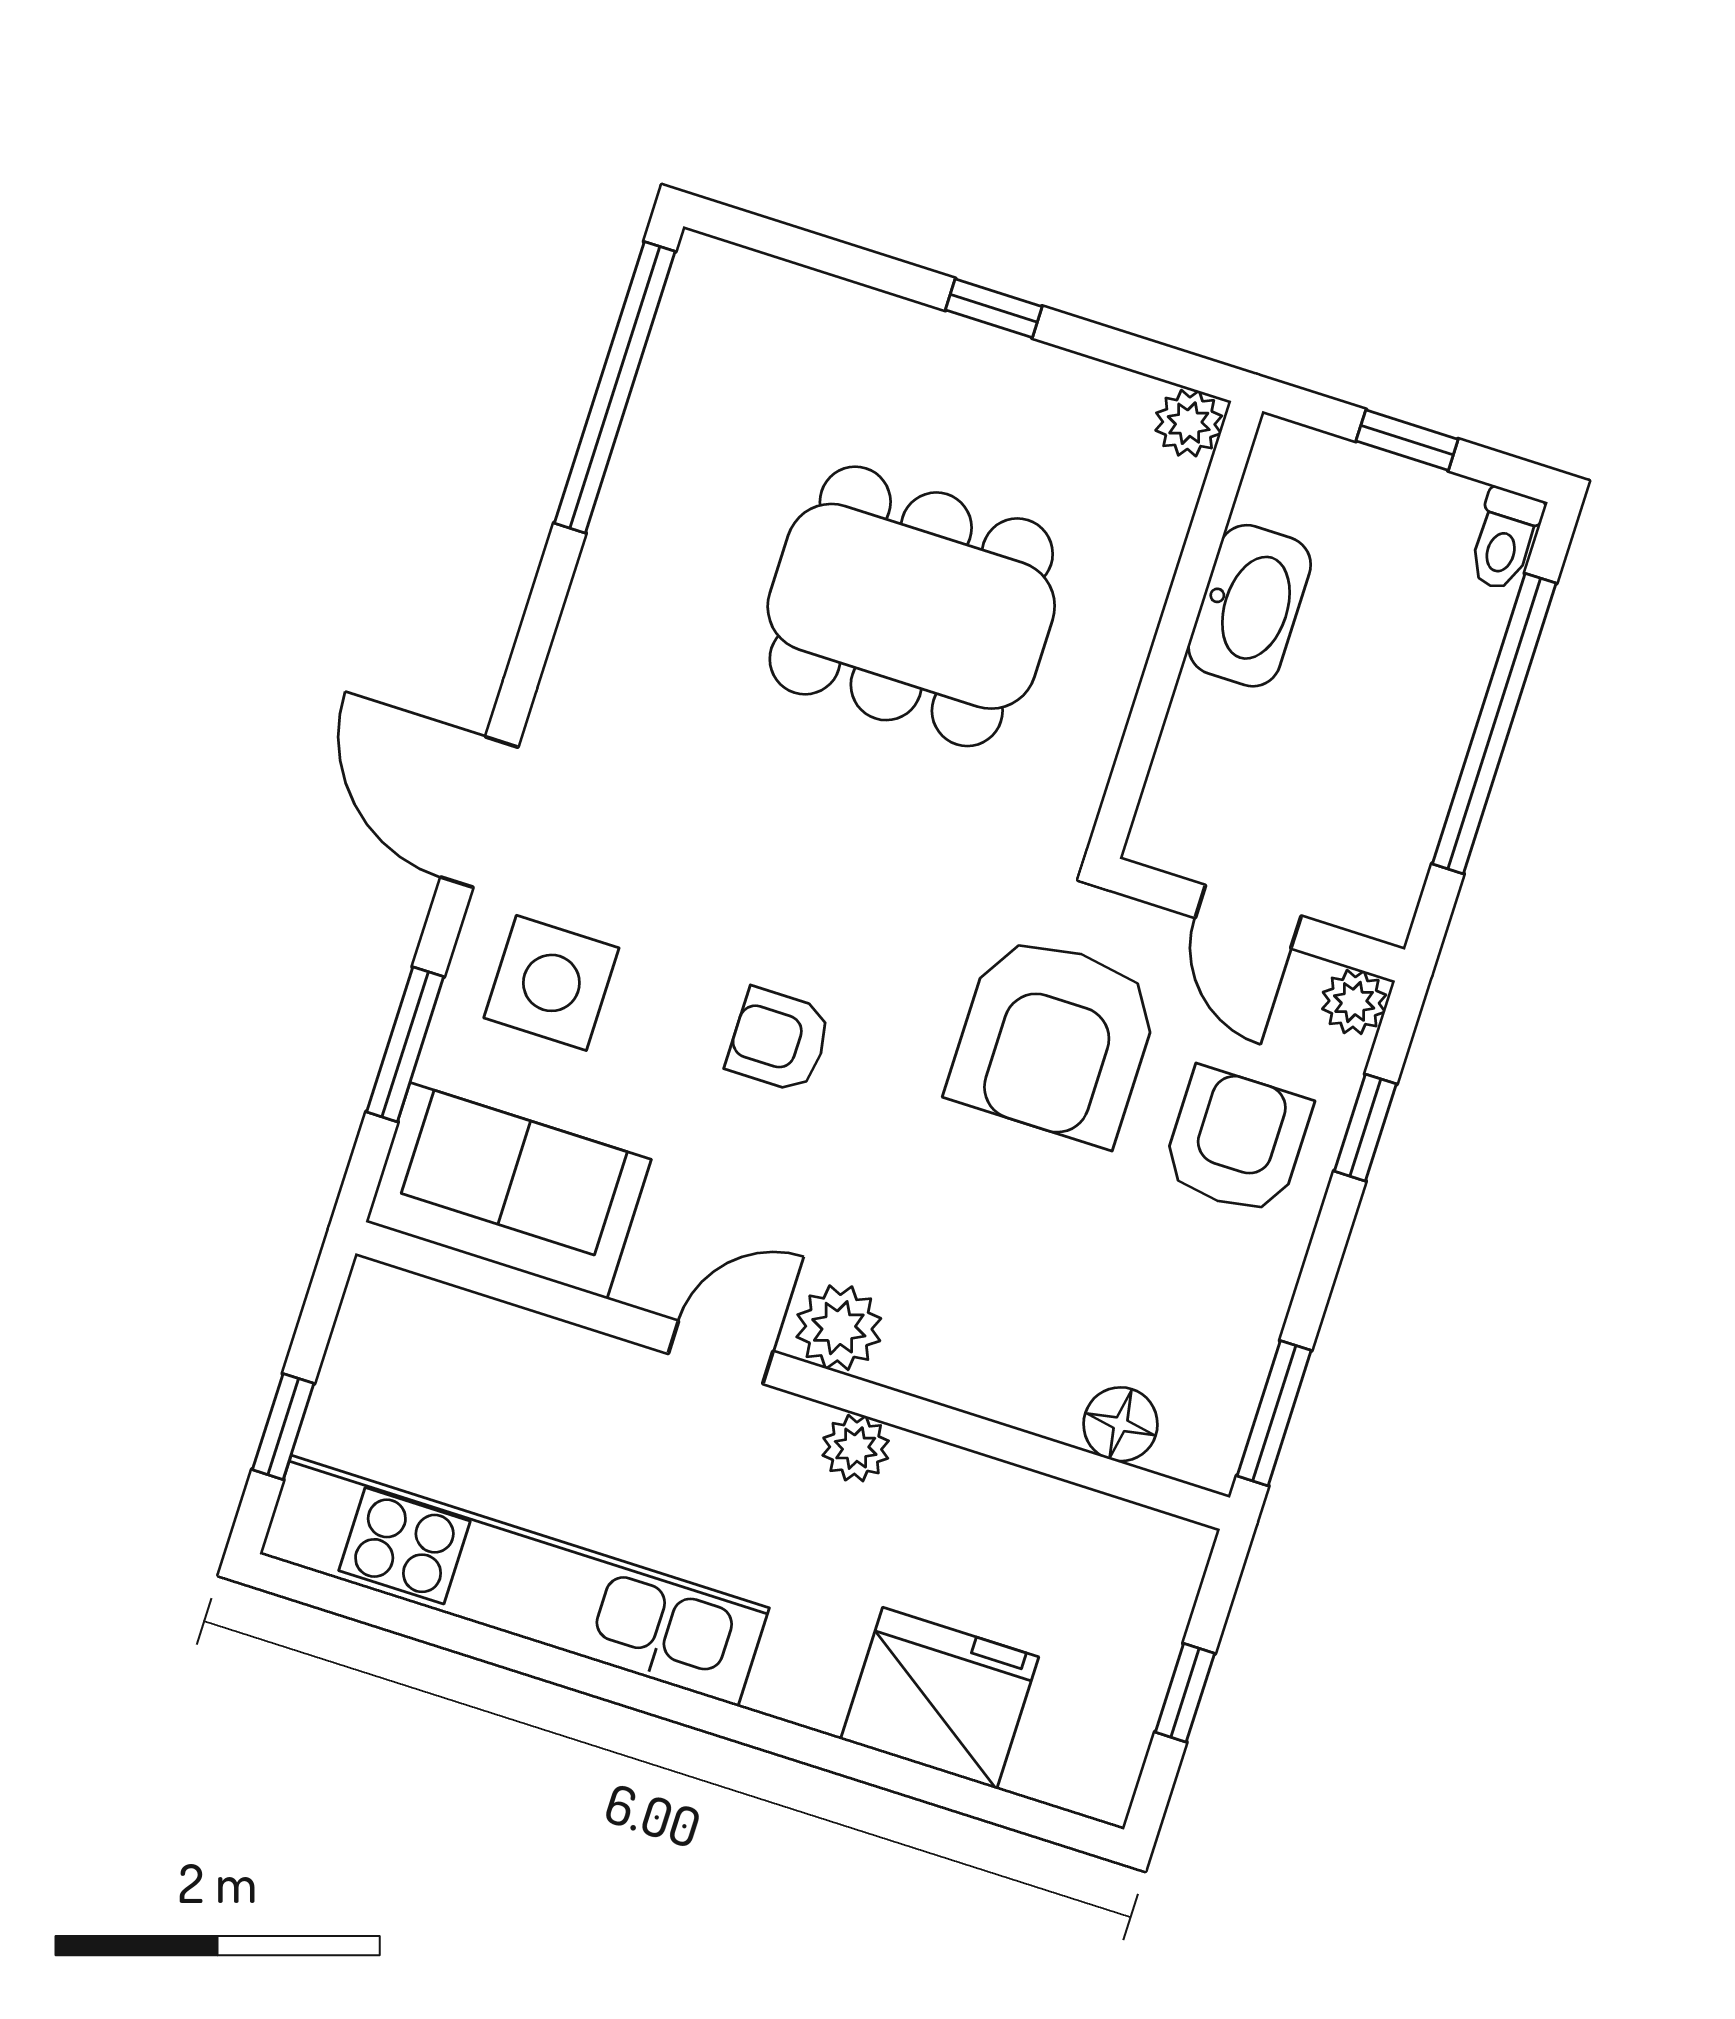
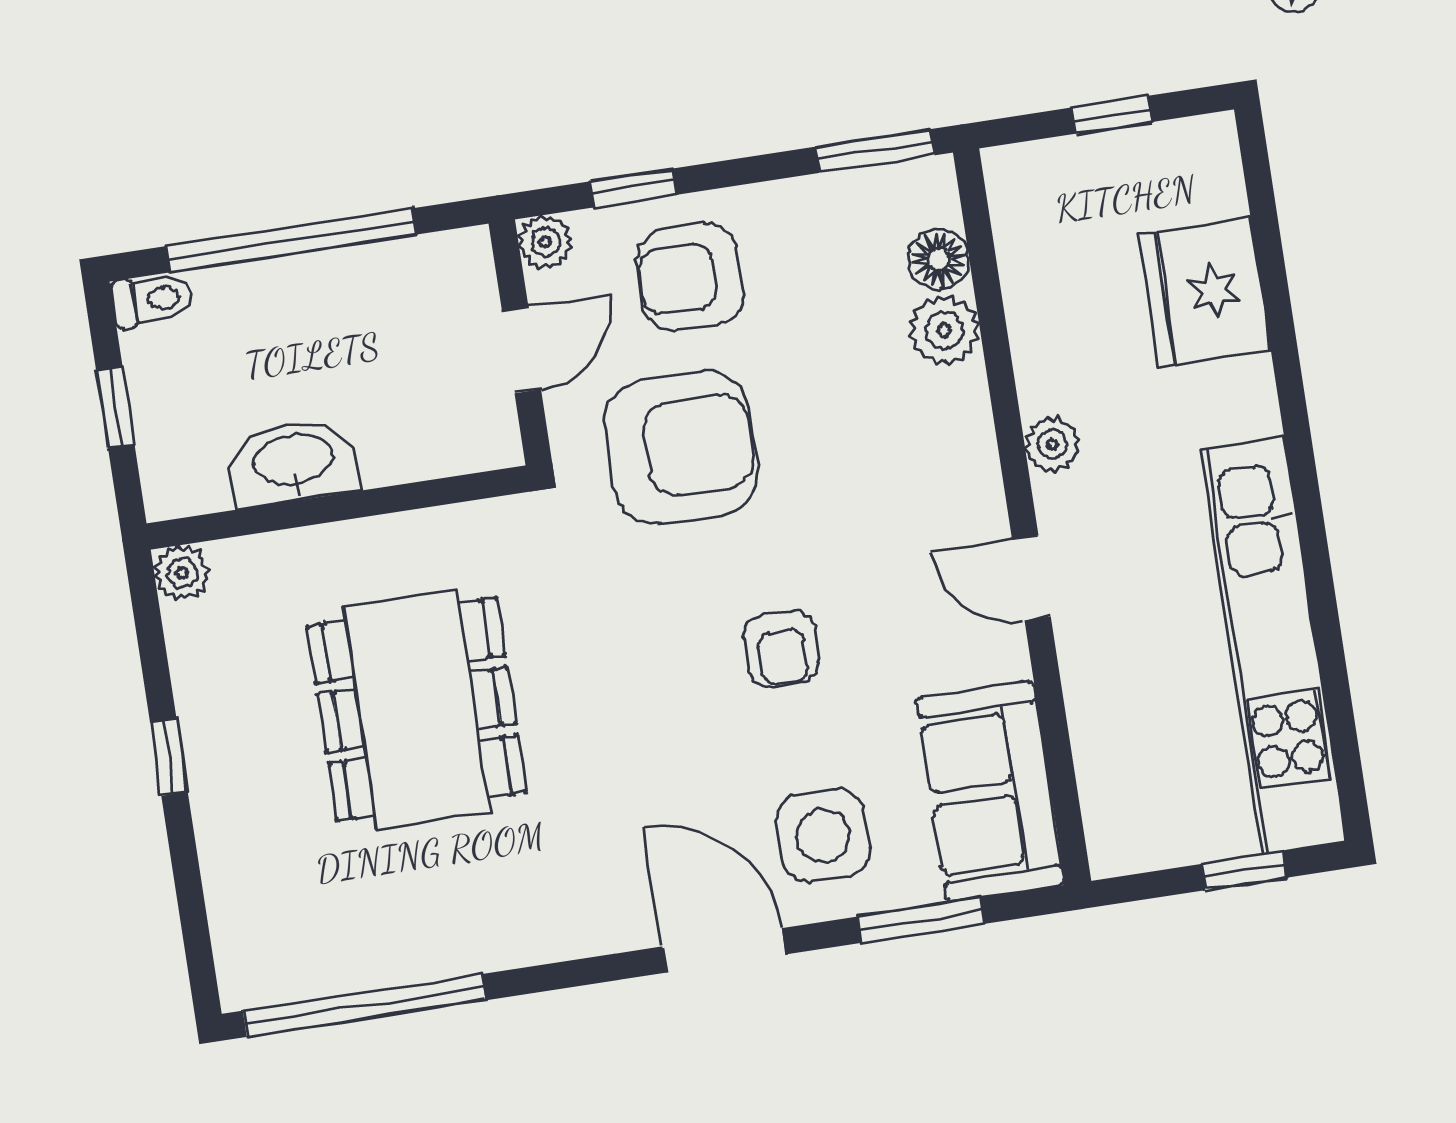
door: (479, 812) -> (724, 950), swing flipped
plant: (839, 1328) -> (944, 330), moved

